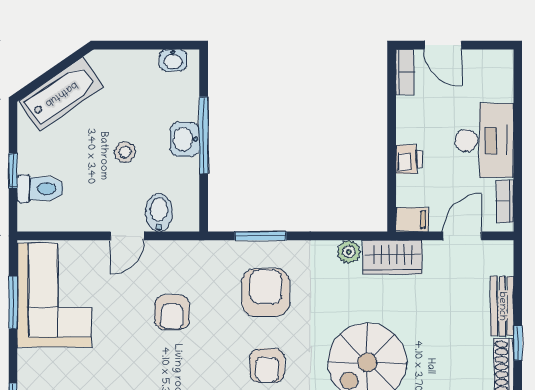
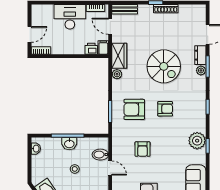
printer: (409, 159) -> (91, 49), moved
bench: (502, 306) -> (125, 9), moved
armchair: (172, 312) -> (143, 149), turned 90

